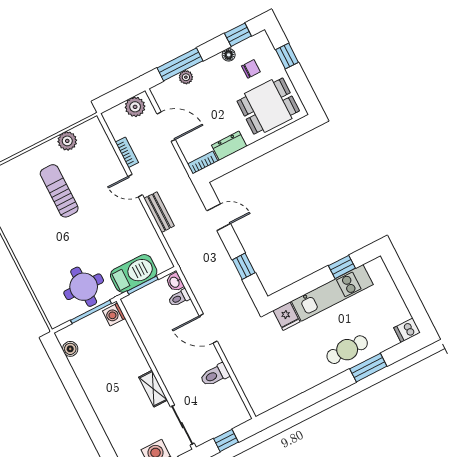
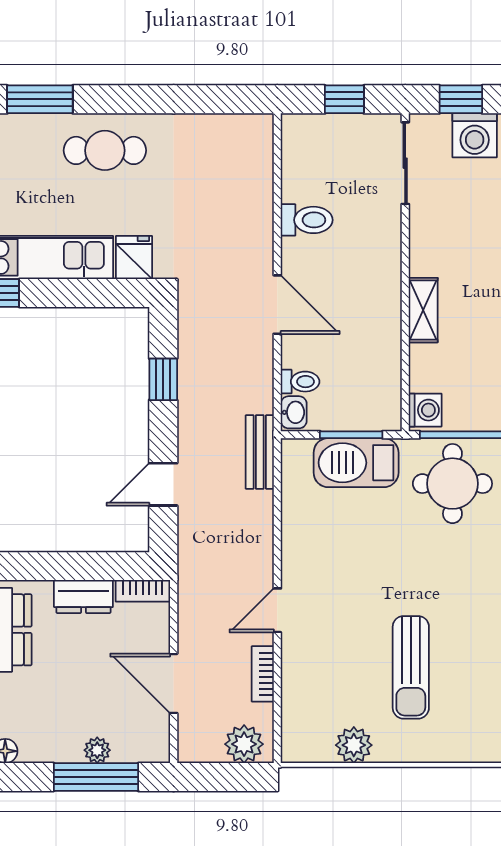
plant: (135, 107) -> (244, 744), moved
door: (135, 186) -> (277, 610), swing flipped
bench: (159, 212) -> (260, 452), moved
door: (219, 217) -> (163, 484), hinge flipped
cafe table: (347, 350) -> (105, 150), moved
shelving: (153, 389) -> (423, 310), moved

